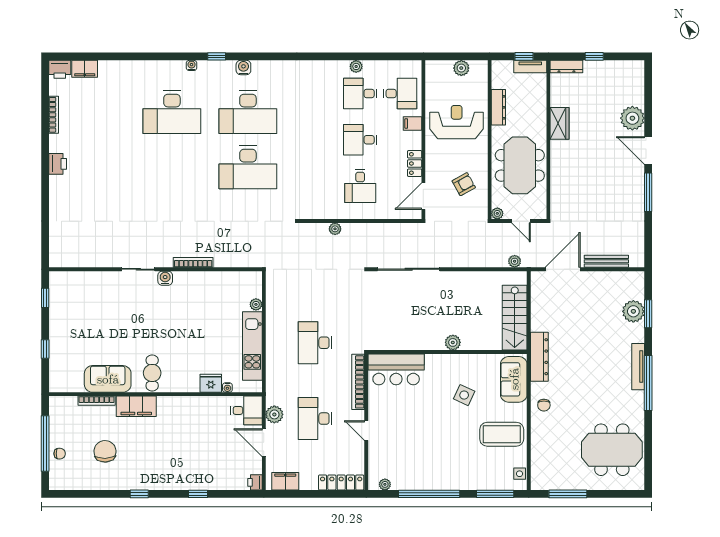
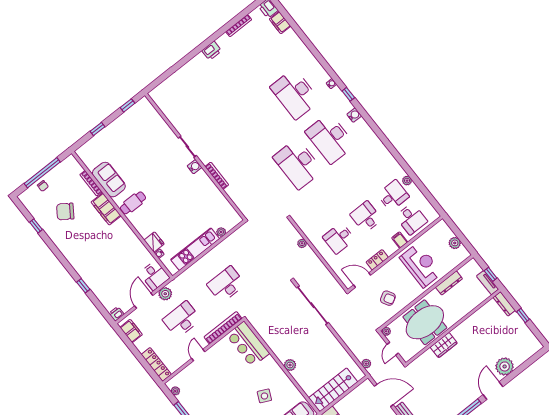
desk: (360, 93) -> (393, 195), turned 90
wardrobe: (559, 123) -> (444, 345), moved
chair: (105, 451) -> (65, 212), turned -144
window: (139, 494) -> (36, 226), moved

